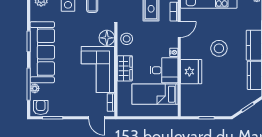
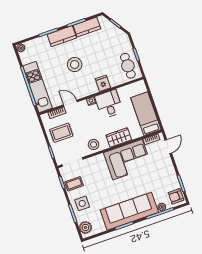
floor lamp: (107, 38) -> (98, 161), removed
fridge: (191, 72) -> (103, 83), width x0.53, depth x0.75
bed: (155, 94) -> (146, 114), moved, turned 180
cafe table: (198, 105) -> (128, 66), added

